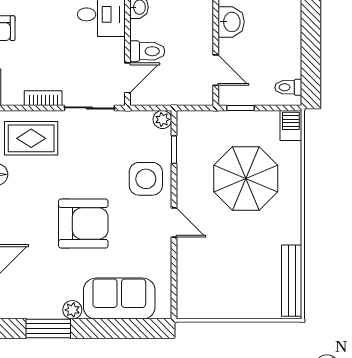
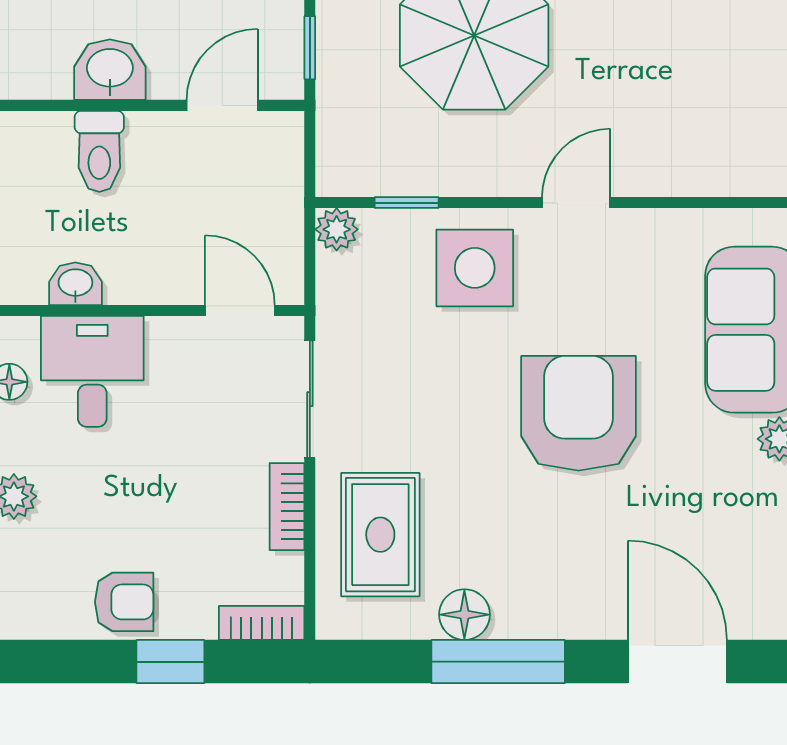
toilet: (147, 51) -> (99, 151), moved, turned 180

